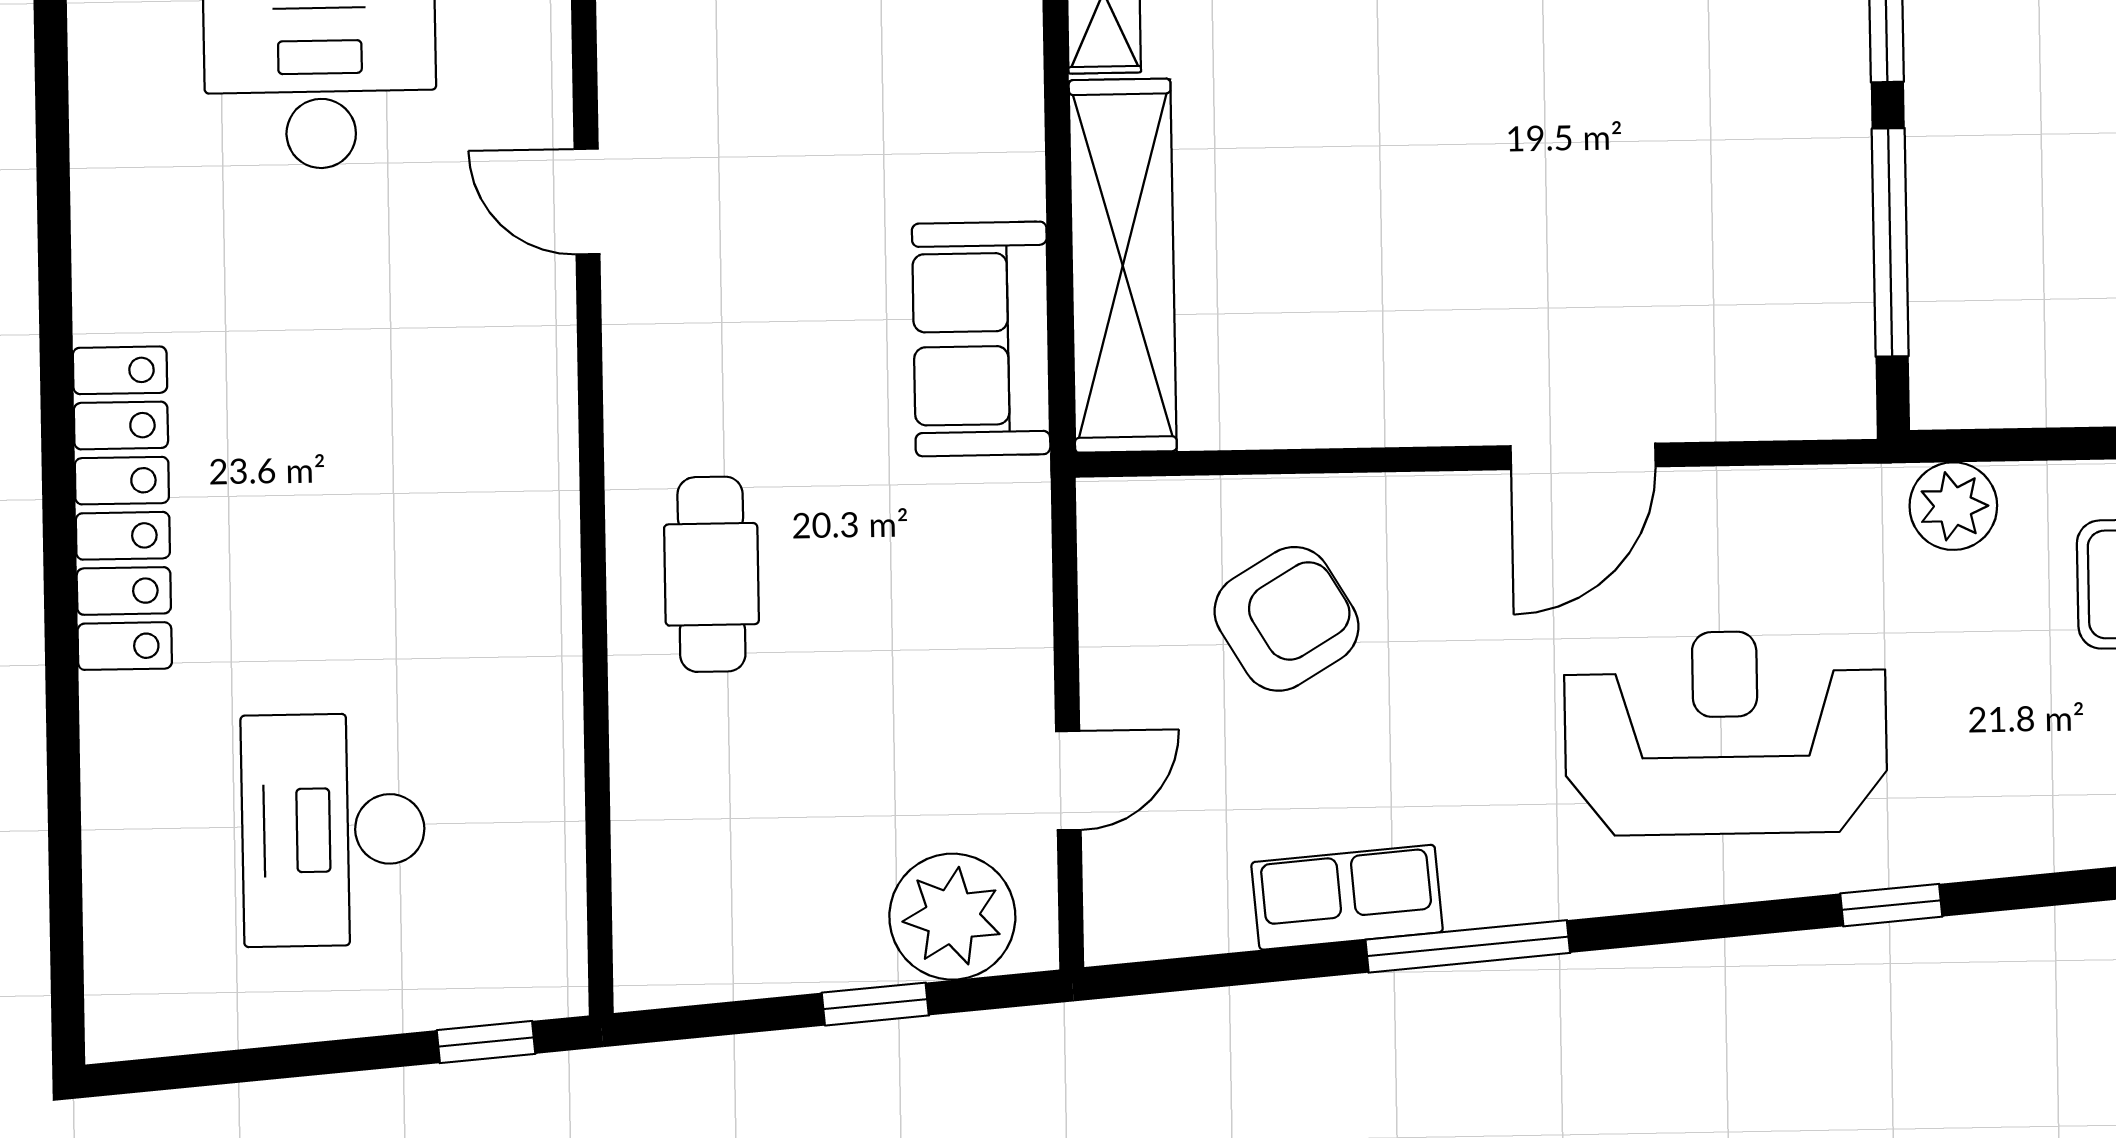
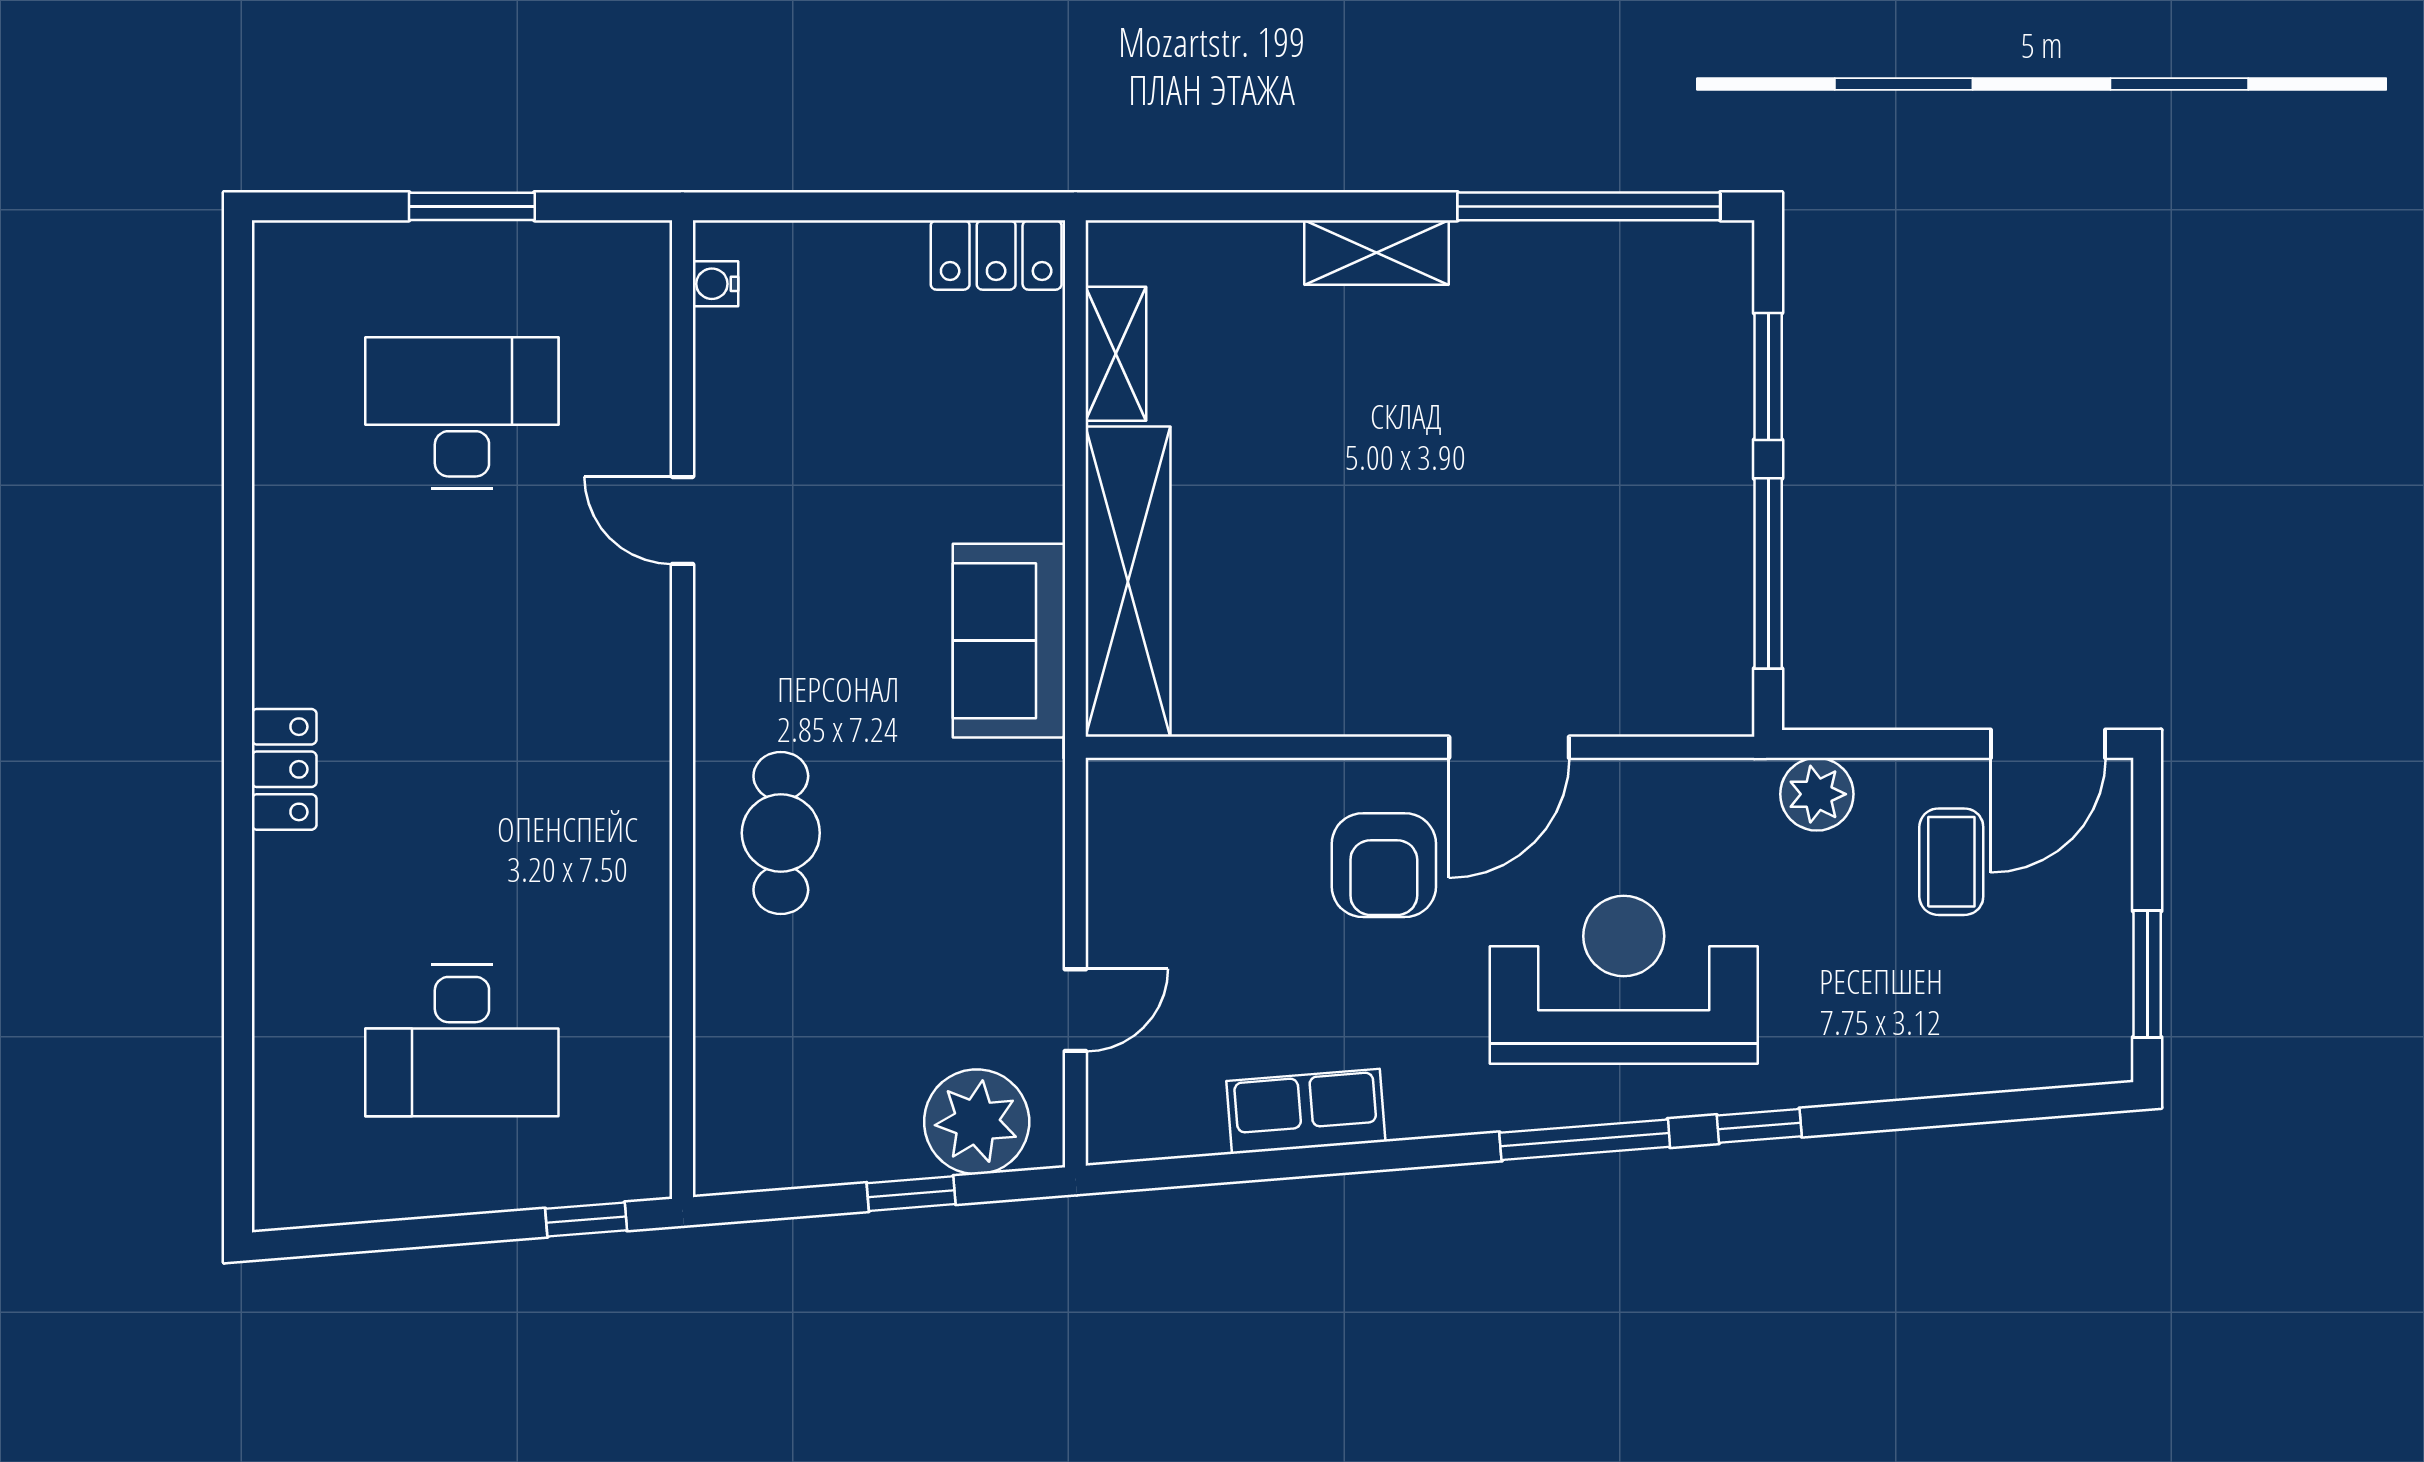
locker: (122, 508) -> (284, 769), width x0.46, depth x0.83
armchair: (1287, 619) -> (1384, 865), moved, turned 121
desk: (333, 830) -> (462, 1040), turned -90
window: (1468, 946) -> (1585, 1140), moved

